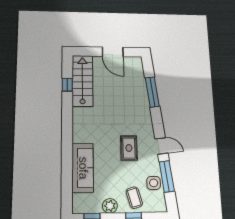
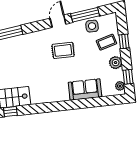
sofa: (83, 168) -> (85, 89), width x0.73
plant: (82, 208) -> (120, 86), added

